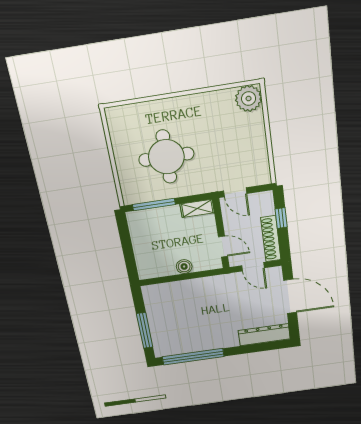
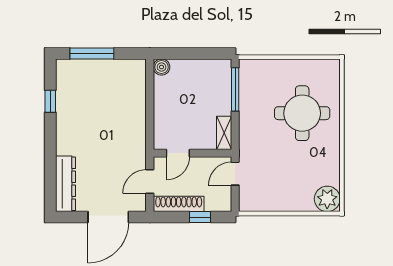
round table: (166, 157) -> (302, 113), moved
boiler: (184, 267) -> (162, 67), moved
window: (193, 357) -> (50, 101), width x0.32

